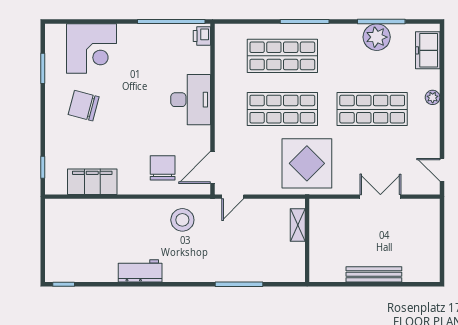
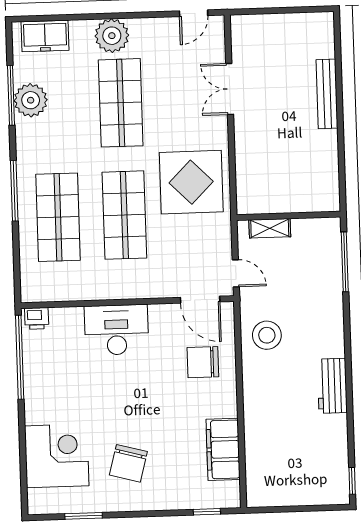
plant: (433, 97) -> (112, 36), width x1.88, depth x1.88
shelving: (298, 225) -> (270, 228), moved
wall: (307, 240) -> (289, 216), moved

